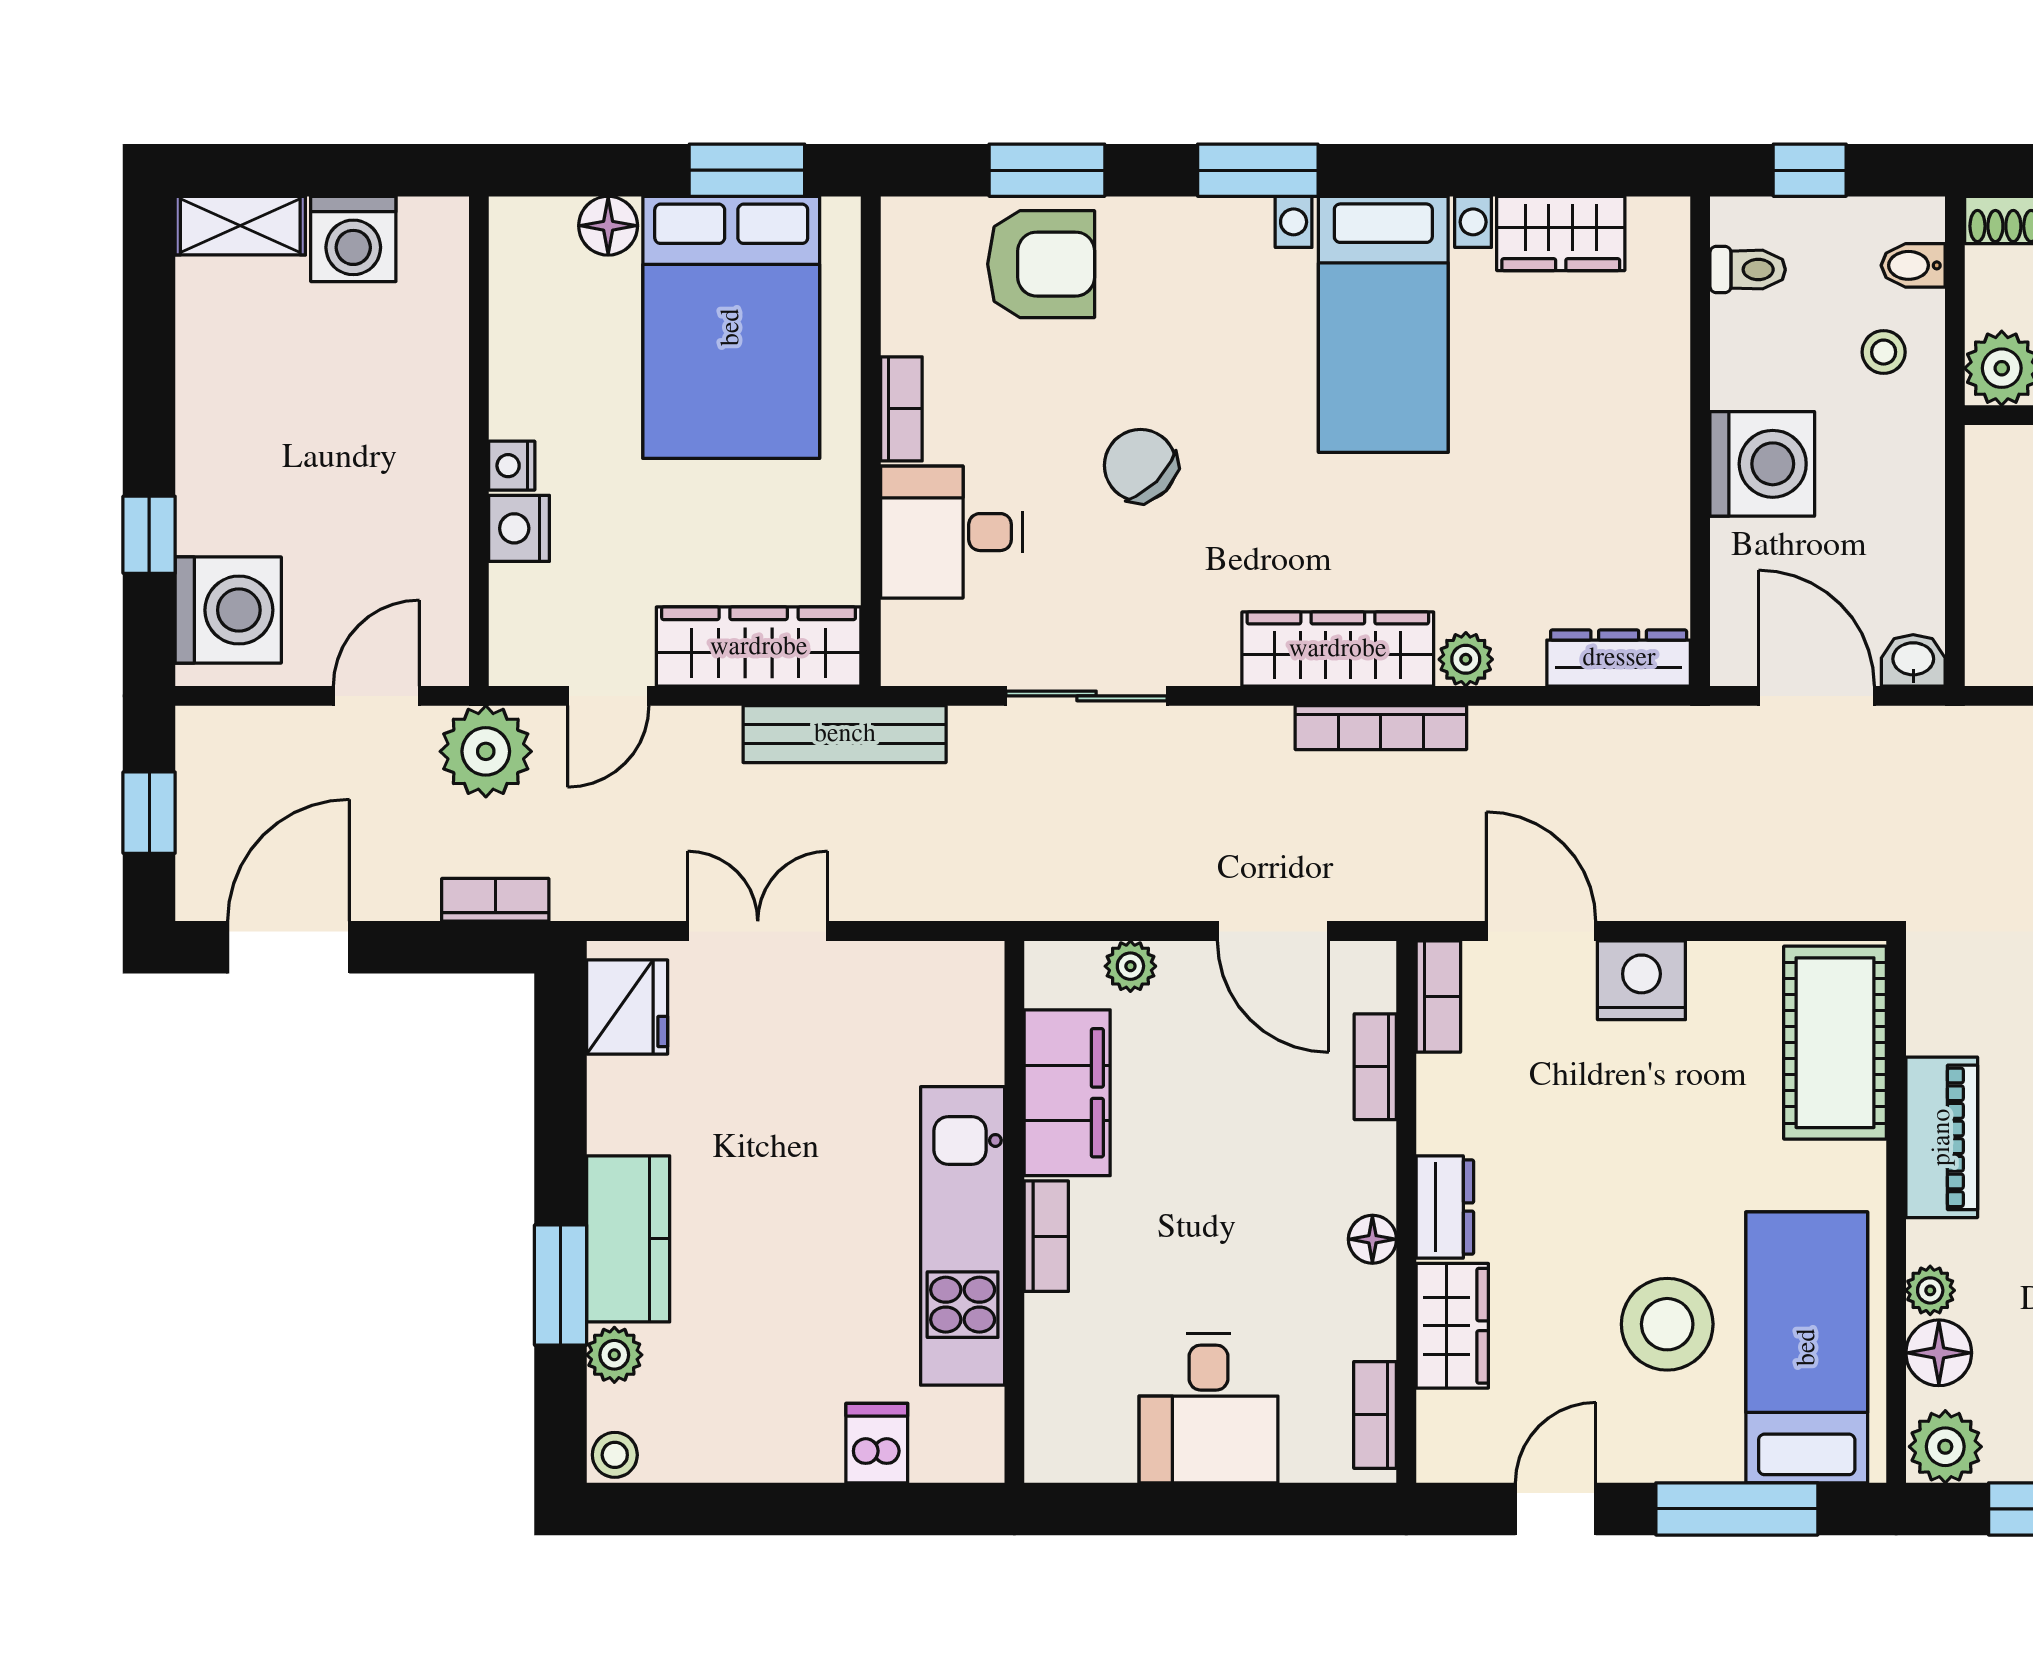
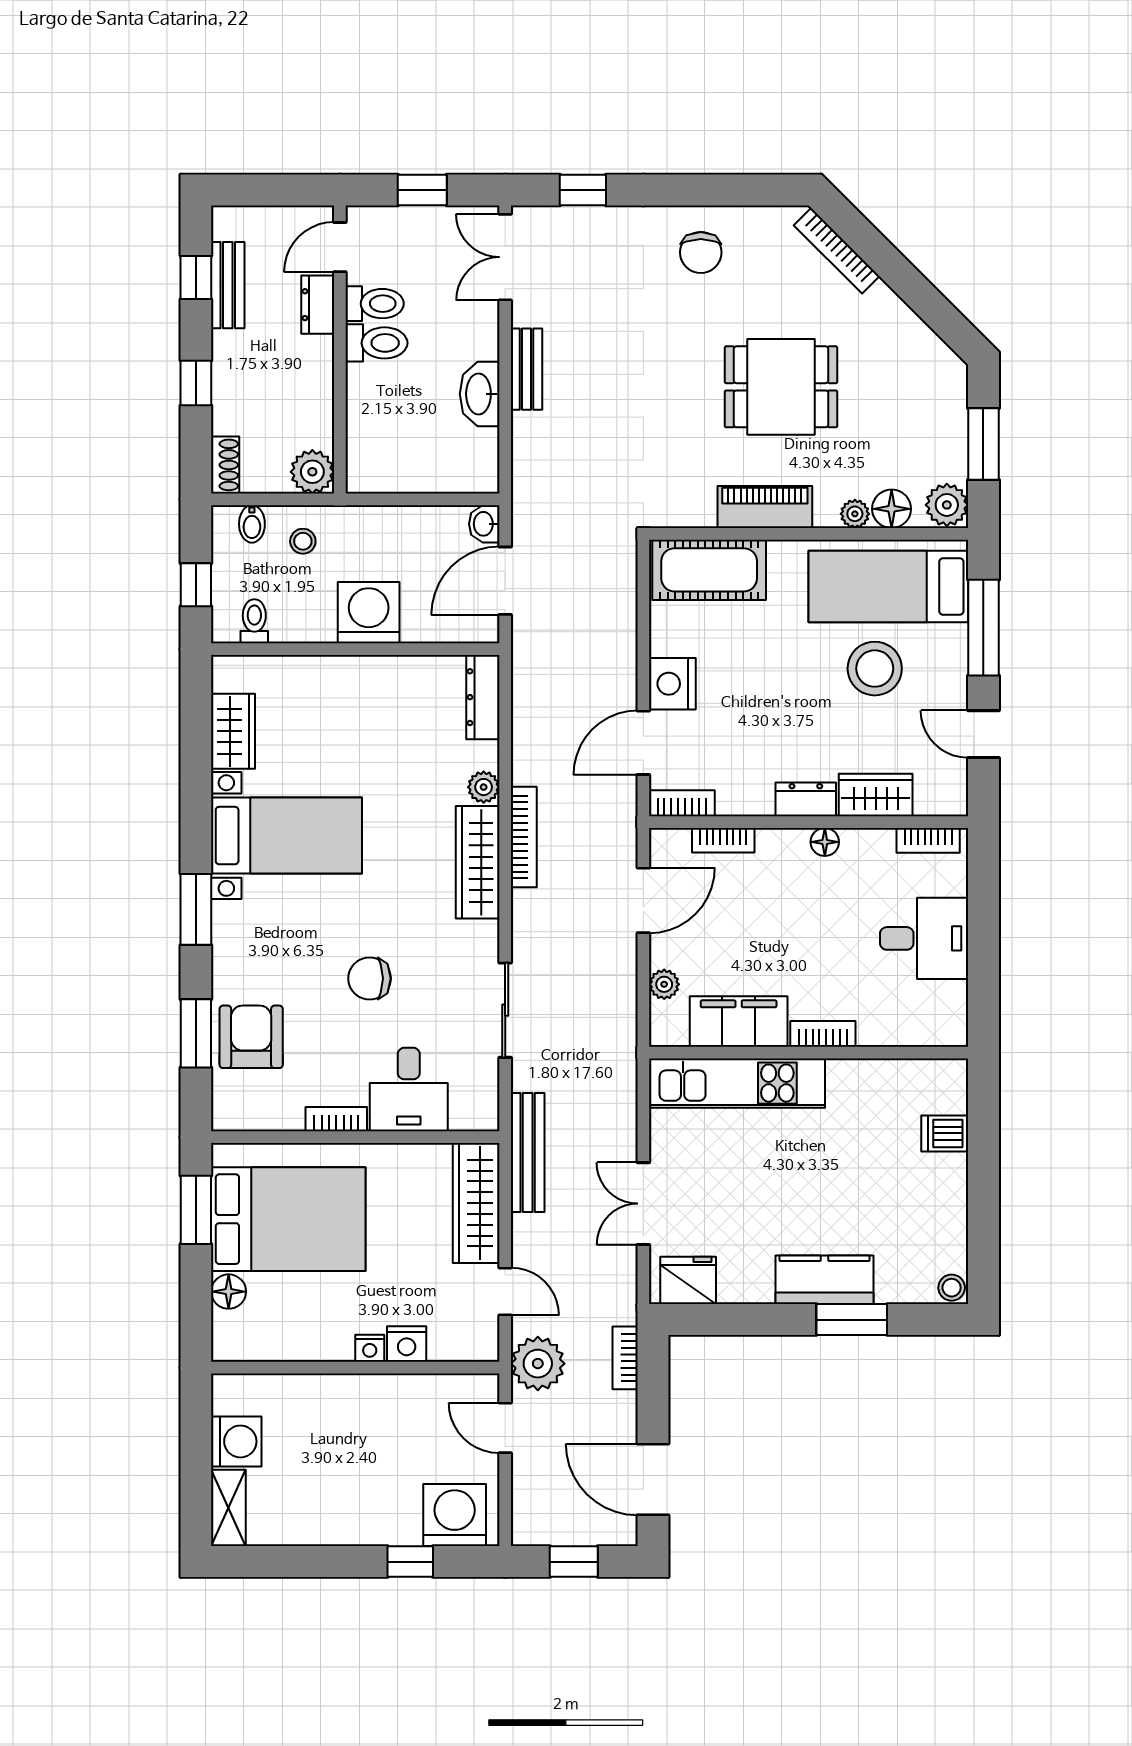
chair: (1140, 465) -> (370, 978), turned 45
kitchen unit: (963, 1236) -> (737, 1083), moved
plant: (614, 1355) -> (893, 1288), removed

